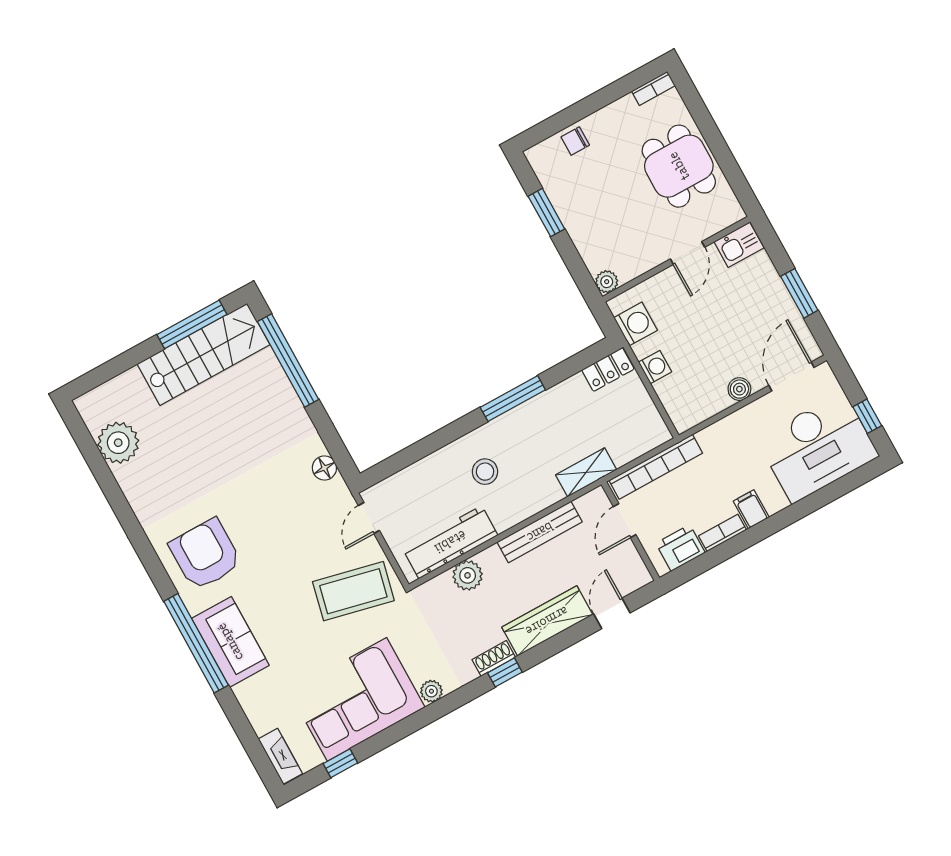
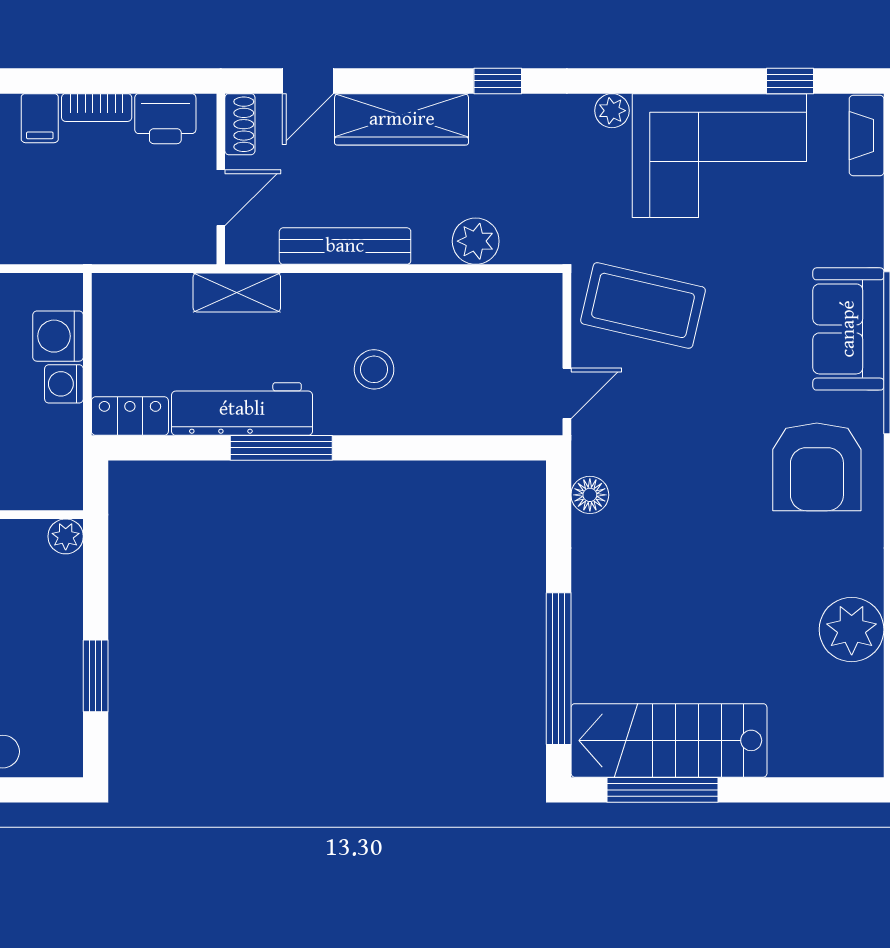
washing machine: (636, 324) -> (58, 336), moved
plant: (118, 443) -> (852, 630), moved
bookcase: (656, 467) -> (138, 248), removed
workbench: (450, 542) -> (242, 409), moved, turned 180
shoe rack: (494, 658) -> (240, 124), moved, turned -90

